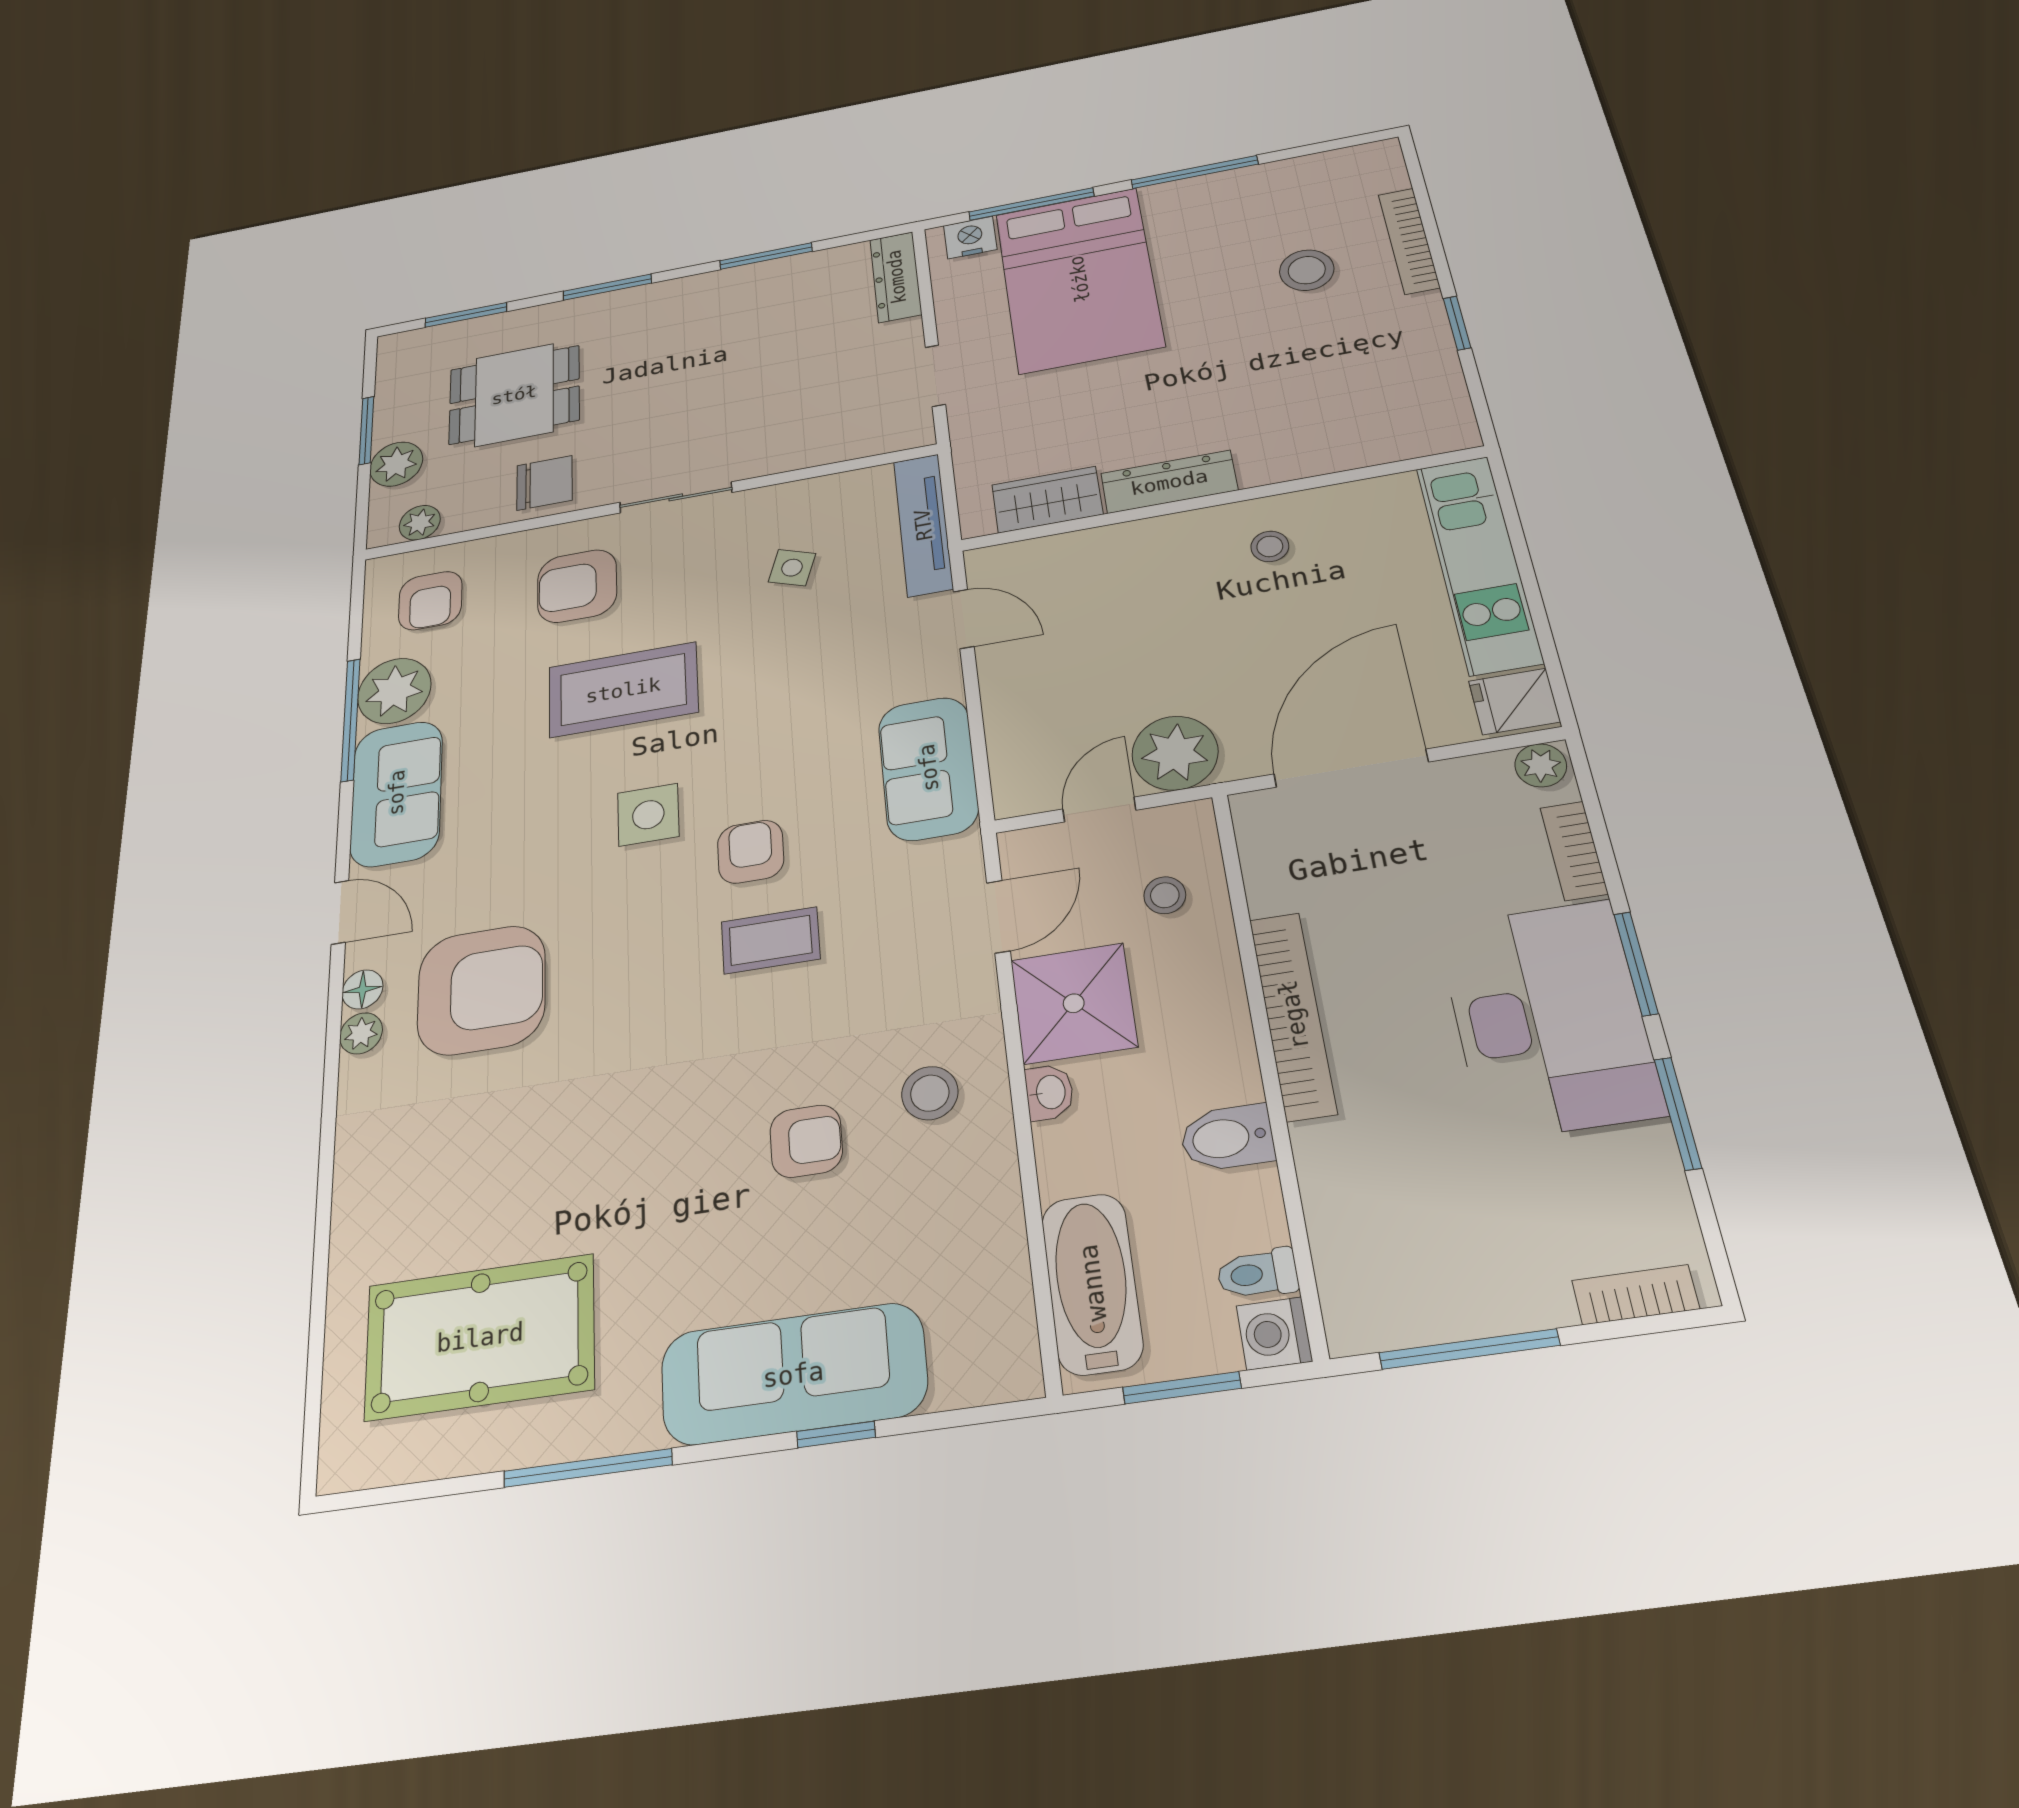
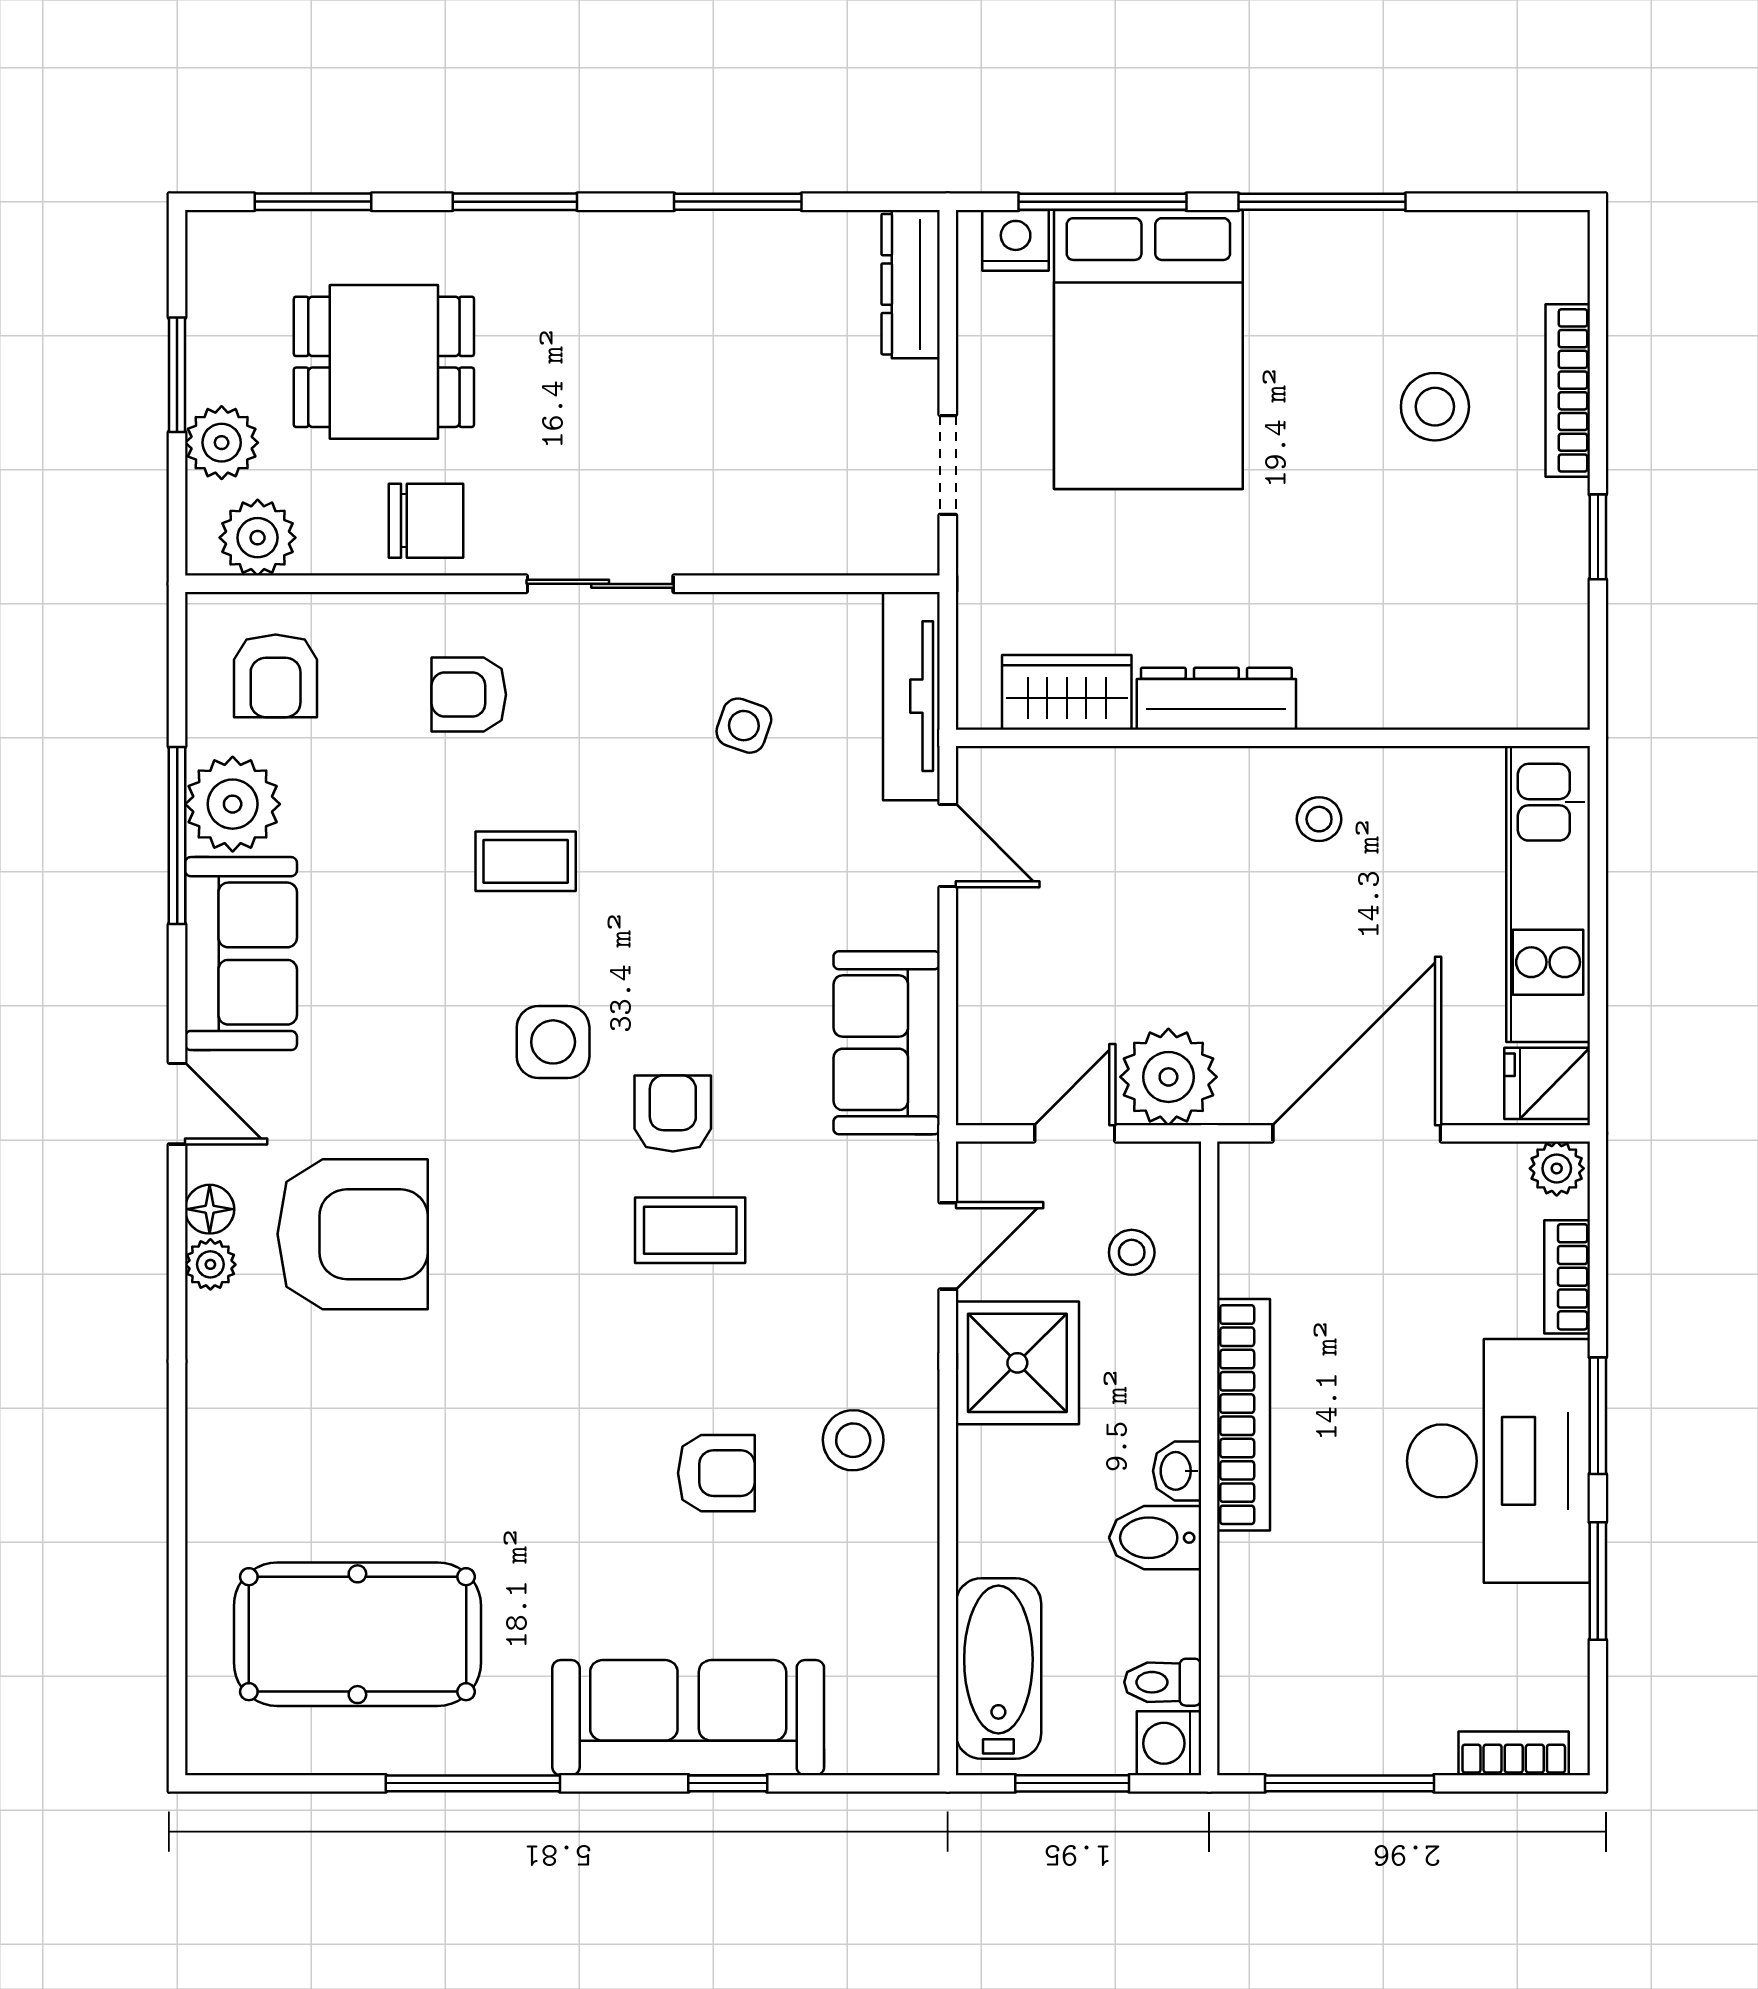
plant: (420, 523) -> (258, 538), width x1.38, depth x1.38
armchair: (577, 586) -> (469, 695), width x0.72, depth x0.72
coffee table: (623, 690) -> (526, 861), width x0.54, depth x0.58
washbasin: (1049, 1092) -> (1177, 1471), moved, turned 180

